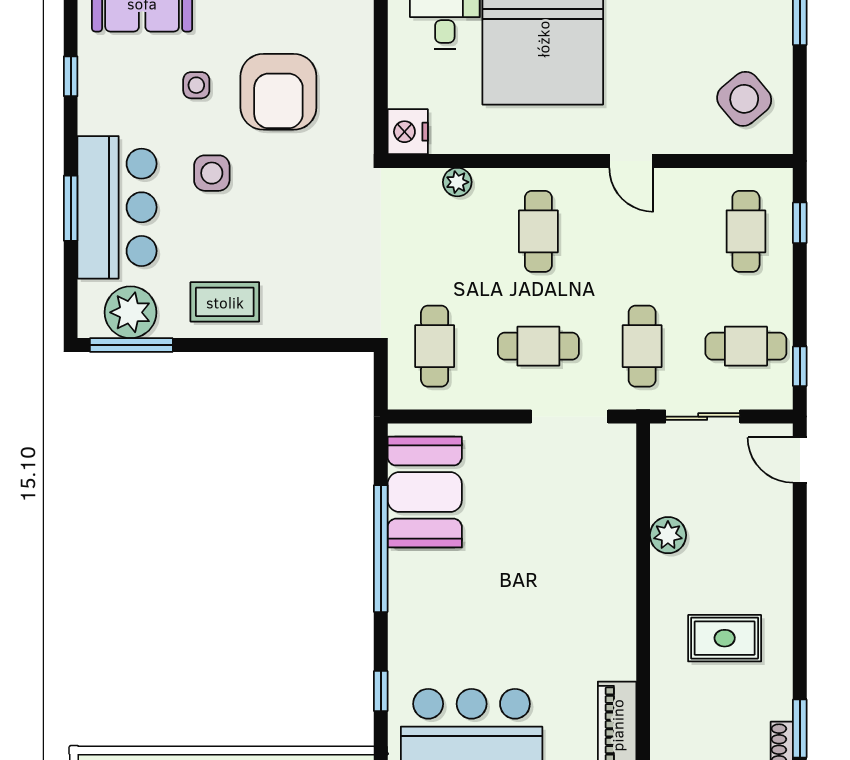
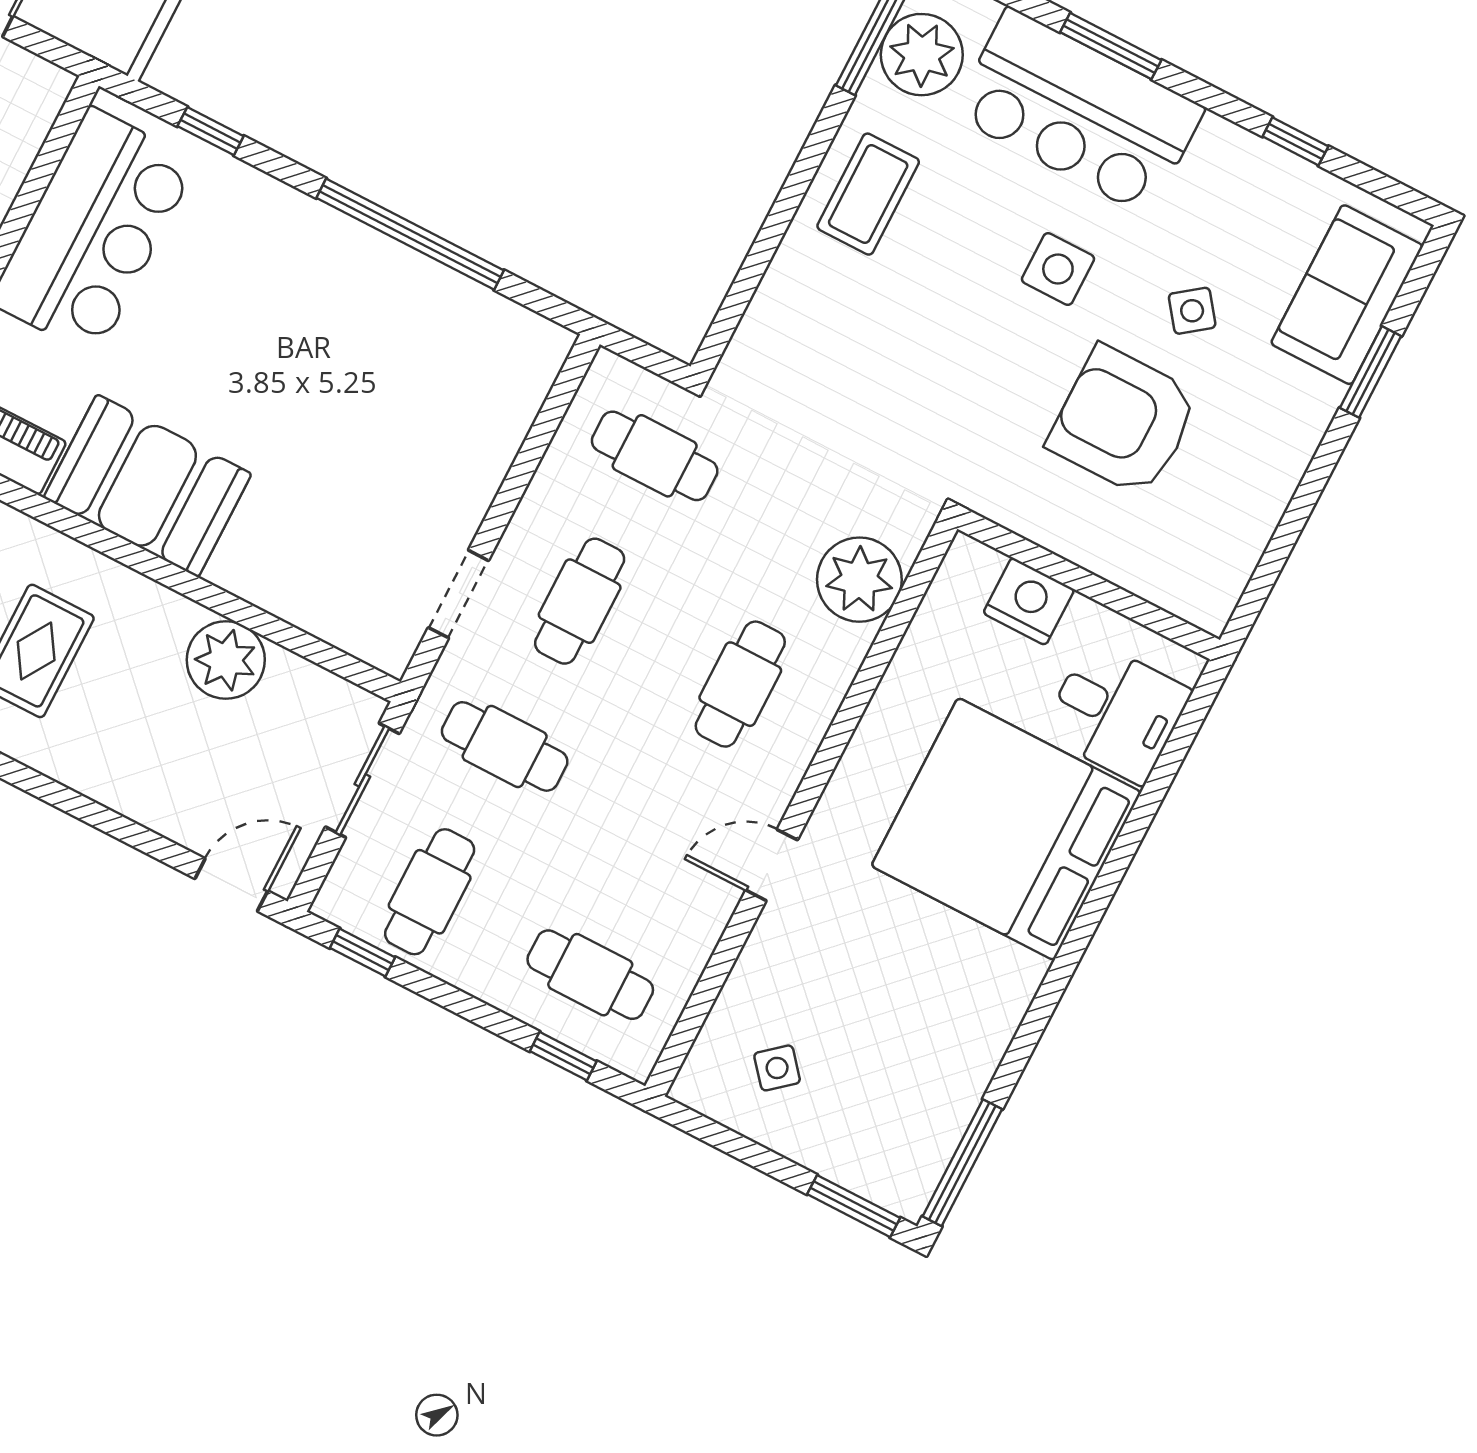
side table: (196, 85) -> (1192, 311), turned -37
side table: (744, 99) -> (777, 1068), width x0.54, depth x0.54
nightstand: (408, 132) -> (1029, 601), moved
plant: (457, 182) -> (859, 580), width x1.88, depth x1.88
cafe table: (538, 231) -> (740, 684), turned 90
doorway: (570, 417) -> (458, 594), width x0.73
booth: (425, 492) -> (147, 486), moved
plant: (668, 535) -> (226, 660), width x1.36, depth x1.36

